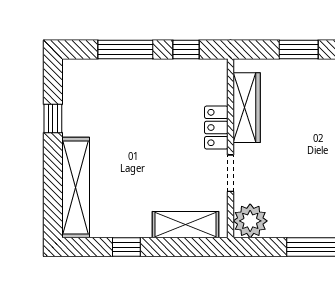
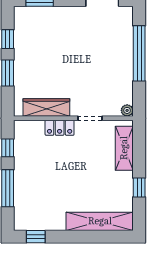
window: (53, 118) -> (36, 237), moved
plant: (250, 221) -> (127, 110), width x0.53, depth x0.53

